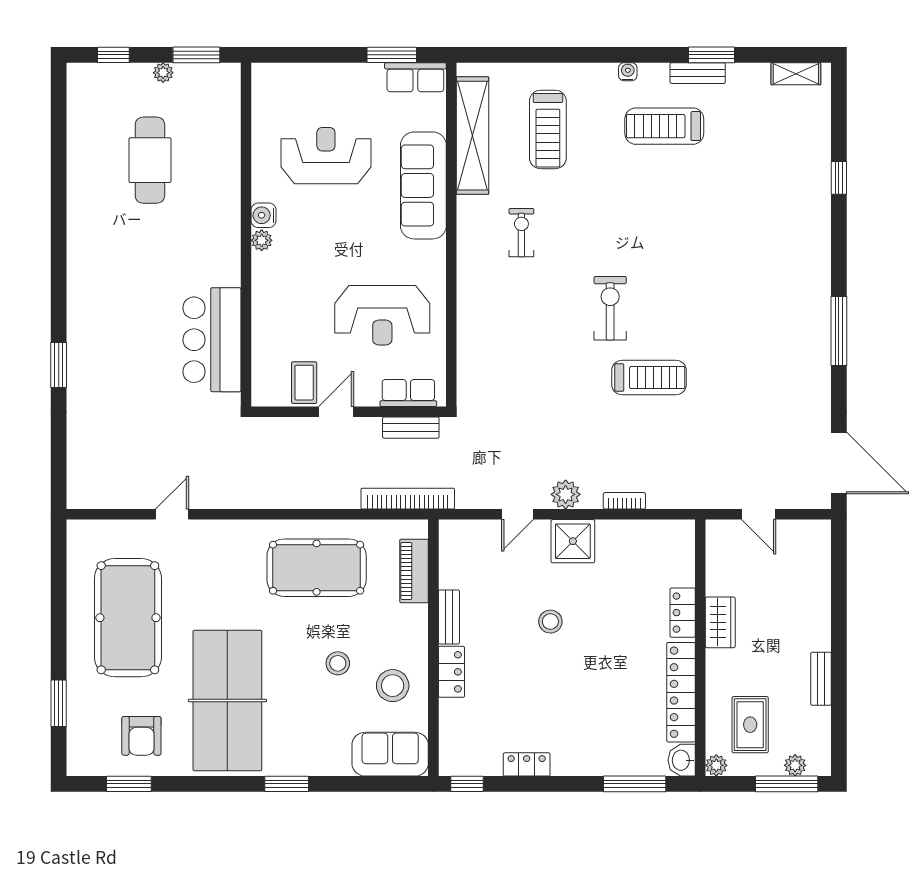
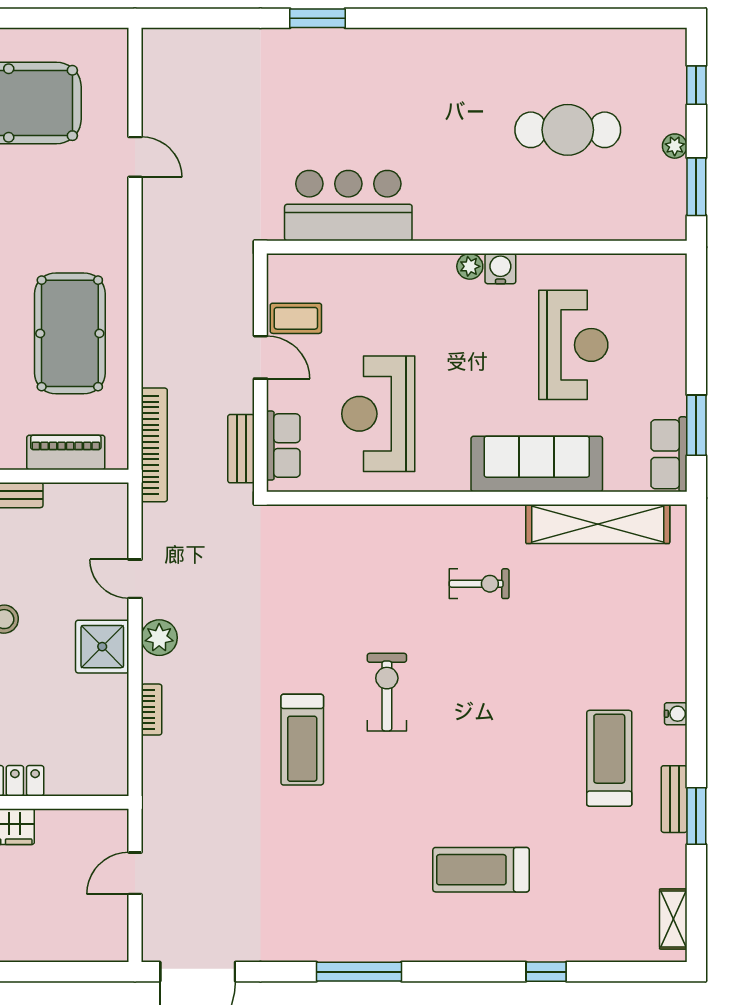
treadmill: (548, 129) -> (481, 870), moved
exercise bike: (610, 308) -> (387, 692), turned -90

